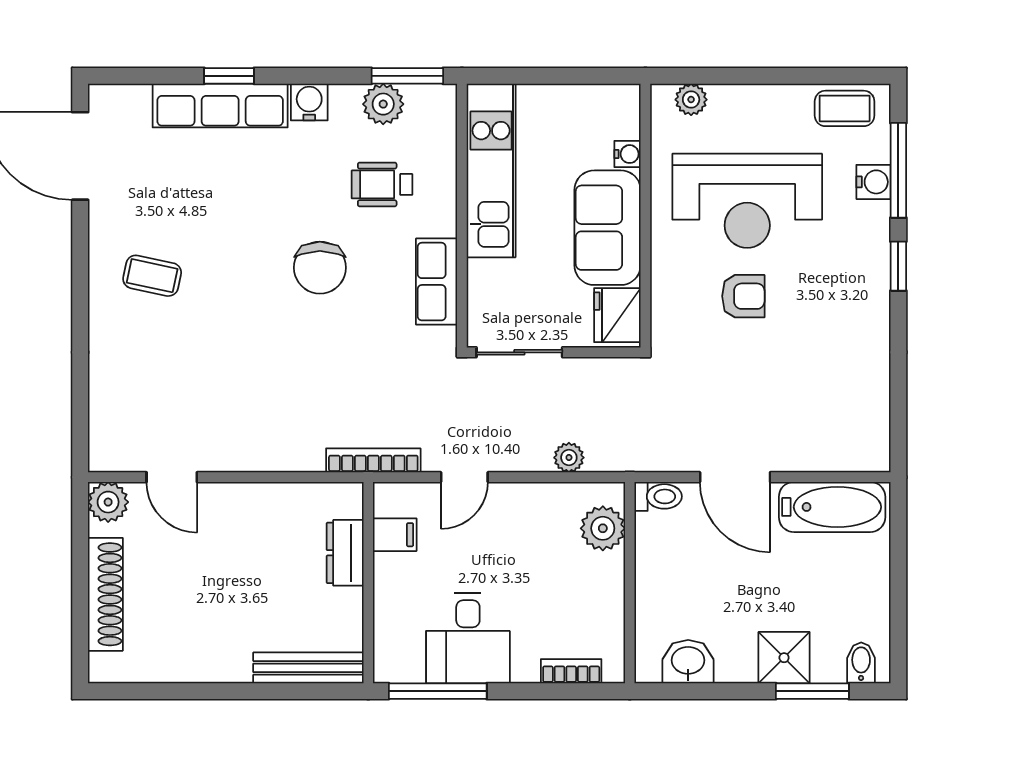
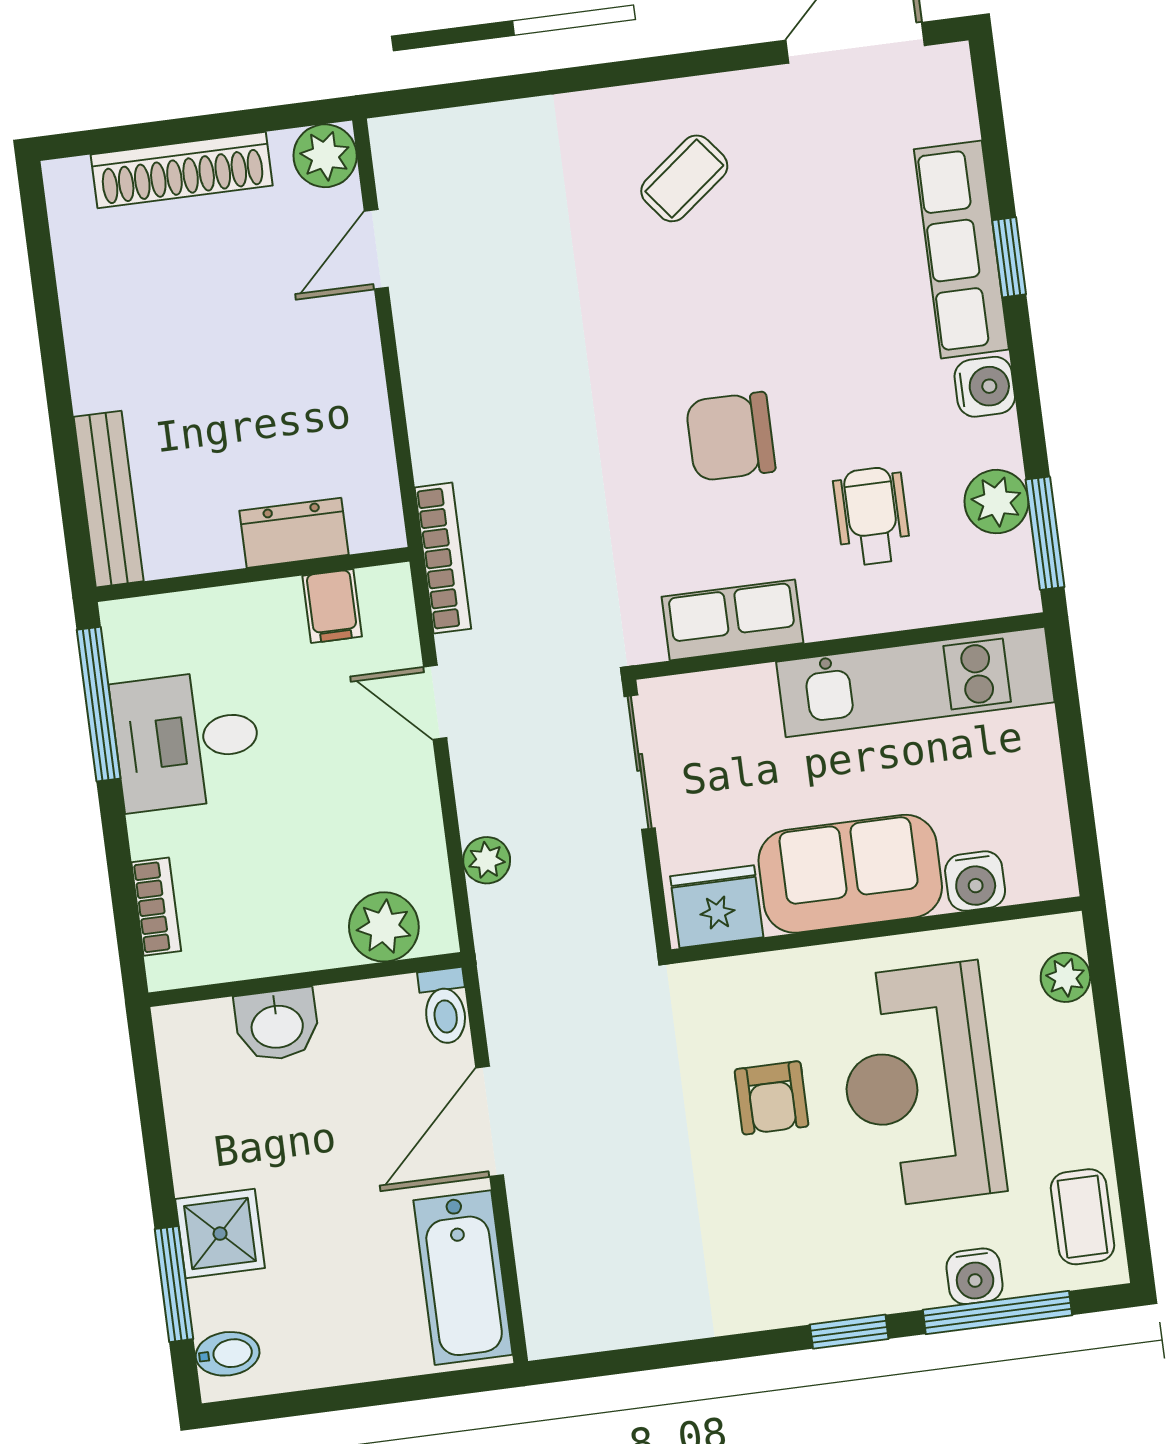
water cooler: (627, 154) -> (975, 881), width x1.38, depth x1.38
coffee table: (152, 276) -> (684, 178), turned 40
washbasin: (688, 662) -> (277, 1025), moved, turned 90

